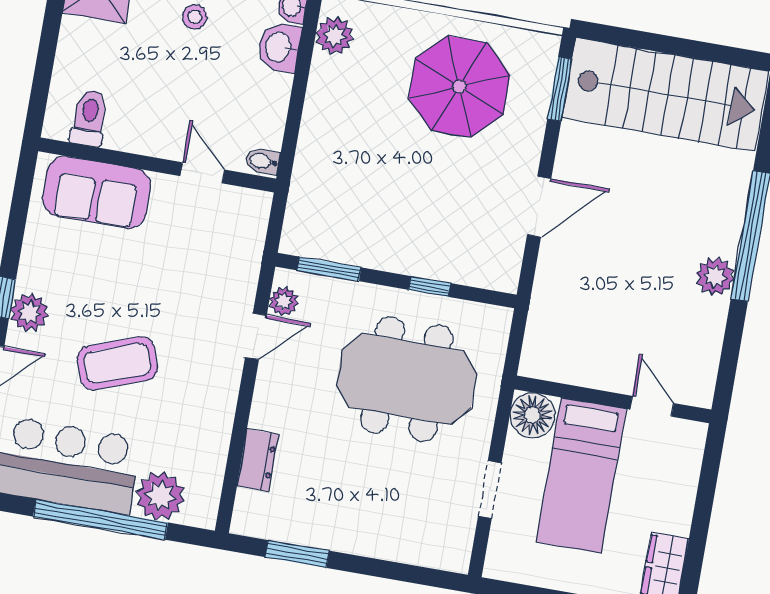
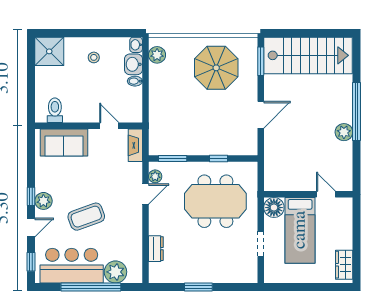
bidet: (263, 161) -> (135, 81), moved
fireplace: (252, 226) -> (135, 145), added
window: (297, 554) -> (198, 287), moved

